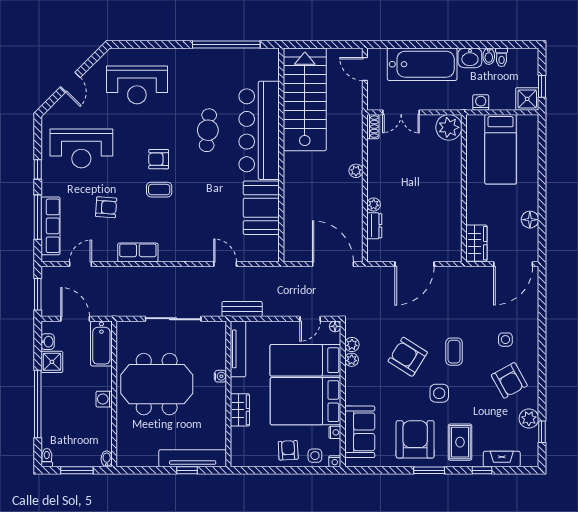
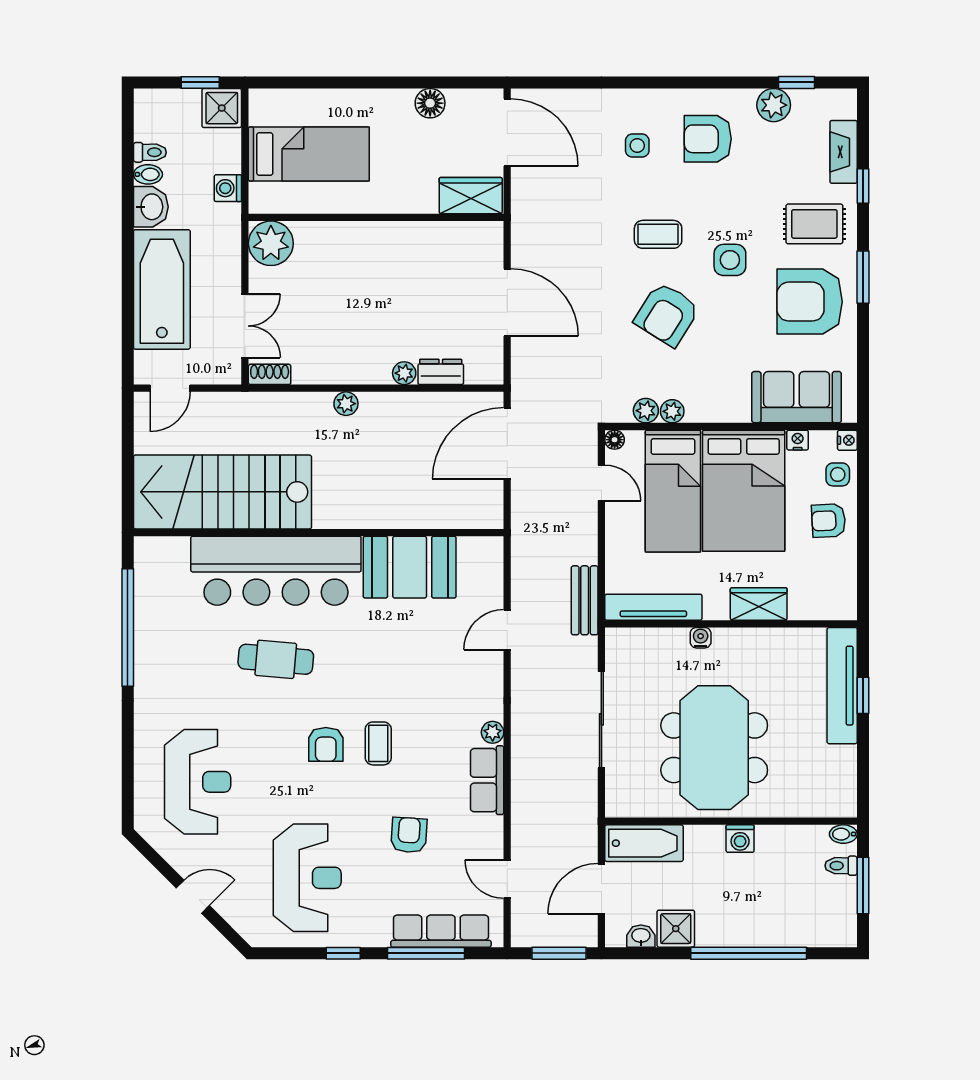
plant: (166, 256) -> (493, 732), added
armchair: (509, 380) -> (708, 139), turned -151
toilet: (47, 458) -> (841, 866), moved

